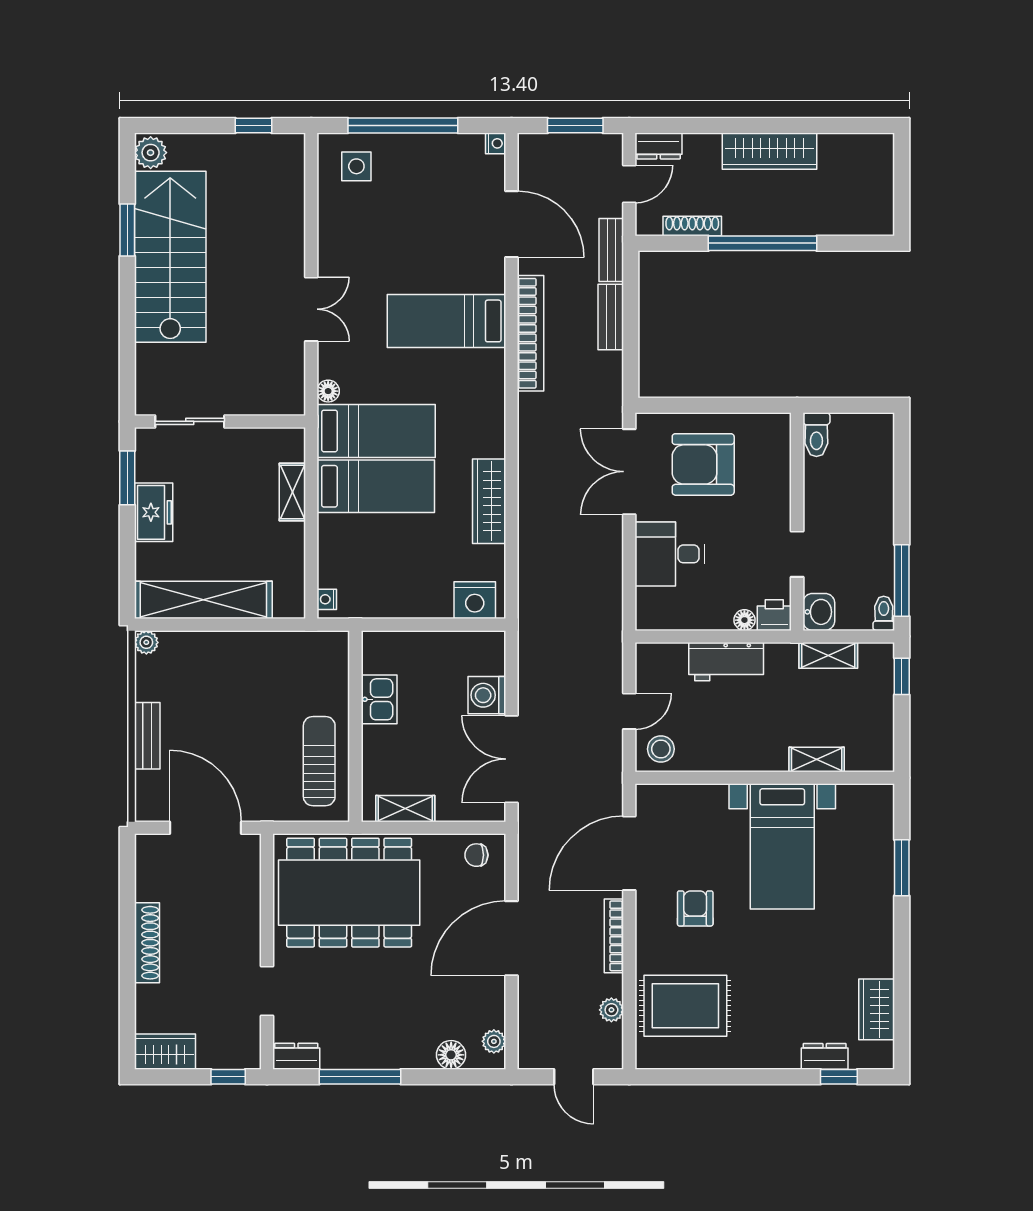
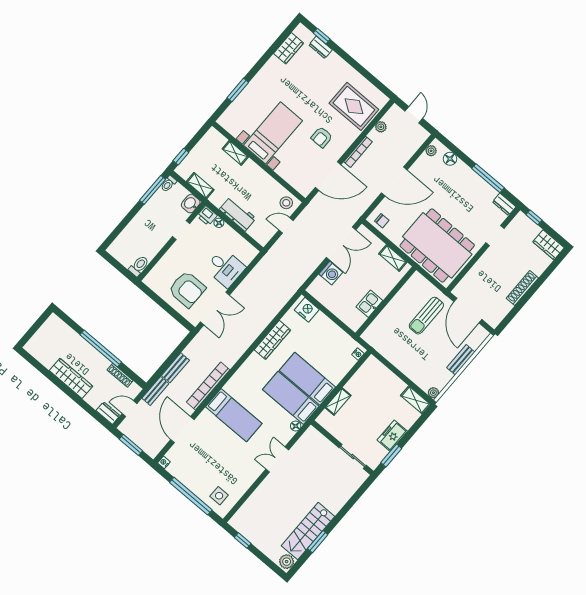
stairs: (170, 257) -> (308, 531), width x0.73, depth x0.66
shelving: (203, 600) -> (415, 400), width x0.45, depth x0.75
sun lounger: (319, 761) -> (426, 316), moved

